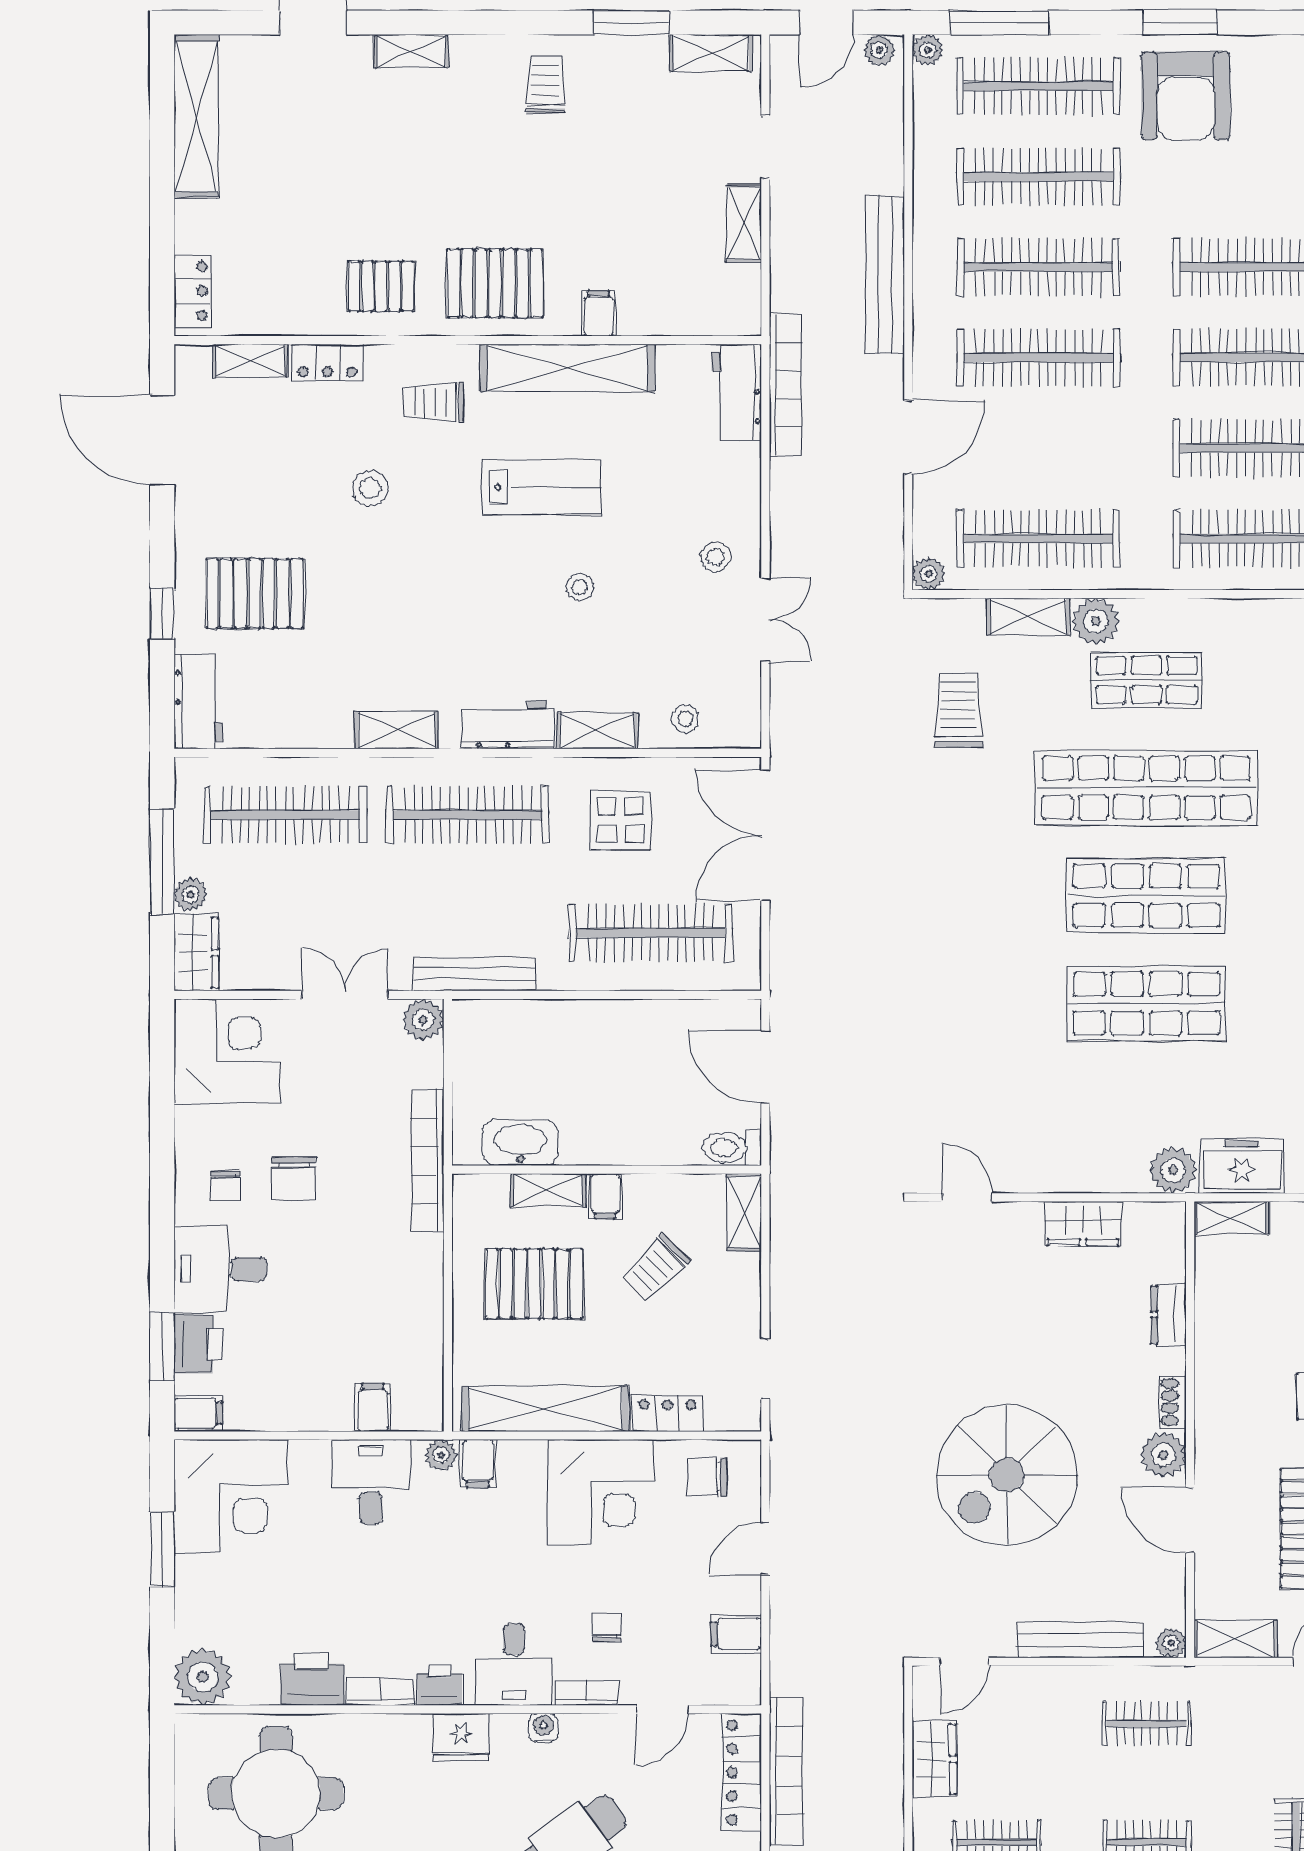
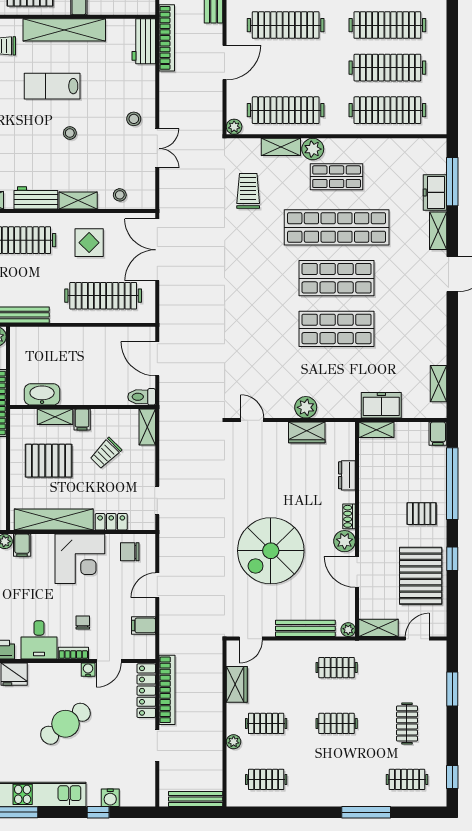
lab bench: (542, 487) -> (52, 86), turned 180
plant: (1173, 1170) -> (306, 407), moved
water cooler: (543, 1728) -> (88, 670), moved

